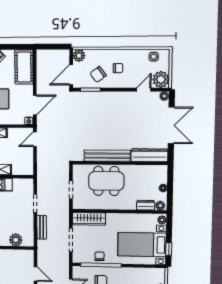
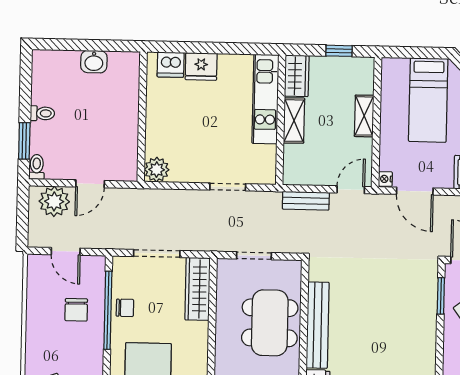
door: (35, 139) -> (351, 190), hinge flipped
bench: (42, 227) -> (306, 201), moved
plant: (16, 240) -> (157, 170), moved

